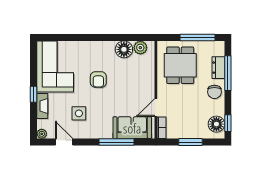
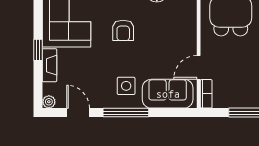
side table: (79, 113) -> (126, 86), moved
window: (116, 142) -> (126, 113), moved

